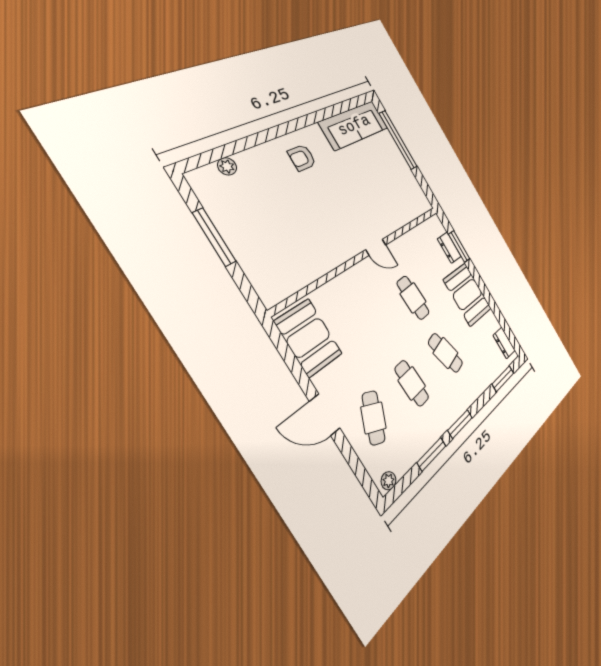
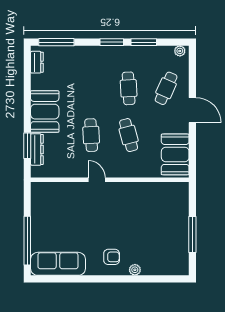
plant: (227, 166) -> (135, 270), moved
dresser: (449, 248) -> (37, 149), width x1.44
cafe table: (446, 353) -> (129, 135), moved
window: (503, 379) -> (56, 42), width x1.44

